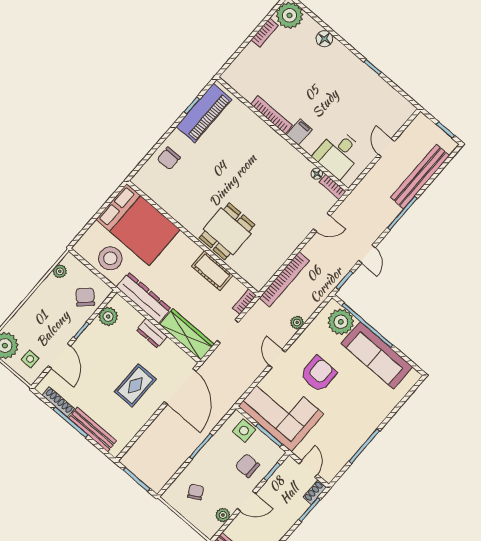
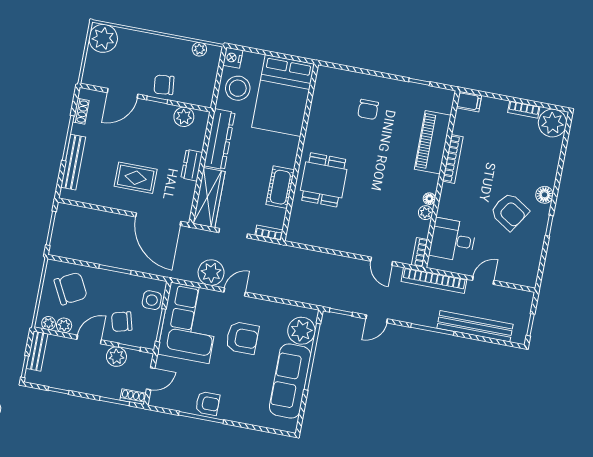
floor lamp: (324, 39) -> (544, 195), moved
armchair: (342, 93) -> (510, 211), added
piano: (204, 113) -> (433, 142), moved, turned 90
filing cabinet: (299, 132) -> (469, 102), moved
chair: (169, 158) -> (368, 109), moved, turned -90
plant: (303, 163) -> (426, 213), added
floor lamp: (317, 174) -> (429, 199), moved
dining table: (227, 231) -> (324, 180), turned 90
nightstand: (83, 248) -> (233, 58), added
bookcase: (284, 279) -> (434, 280), moved
chair: (85, 297) -> (164, 85), moved, turned -142
plant: (297, 322) -> (211, 273), moved, width x1.88, depth x1.88
side table: (30, 359) -> (104, 68), removed
door: (180, 387) -> (158, 219), hinge flipped
shoe rack: (58, 402) -> (81, 111), width x0.70
armchair: (356, 434) -> (208, 403), added
chair: (247, 466) -> (122, 322), turned -105
plant: (274, 487) -> (116, 357), added
chair: (196, 492) -> (71, 289), width x1.87, depth x1.87
door: (247, 501) -> (89, 340), swing flipped
plant: (214, 527) -> (49, 323), added

